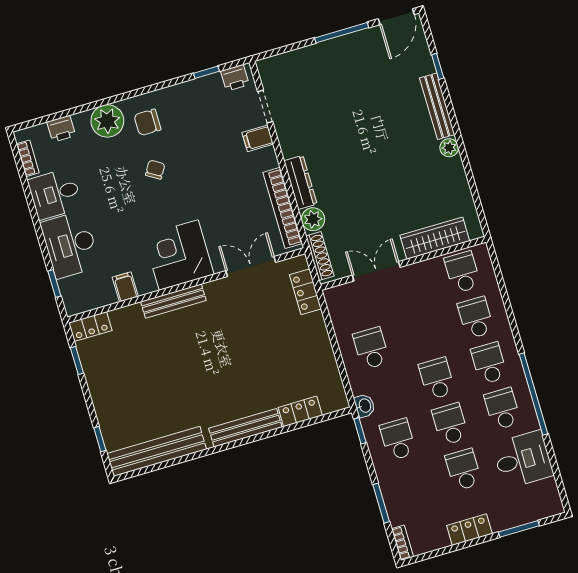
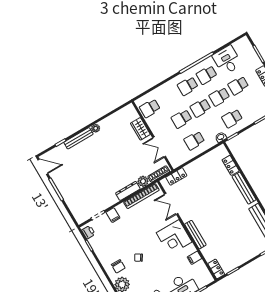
wardrobe: (435, 238) -> (140, 129), width x0.67
school desk: (476, 318) -> (182, 119), moved

